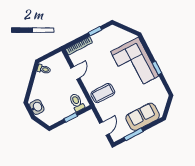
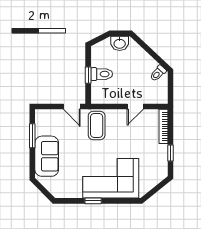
door: (75, 73) -> (135, 106), hinge flipped
toilet: (77, 102) -> (102, 74), moved
door: (104, 129) -> (72, 106), moved

